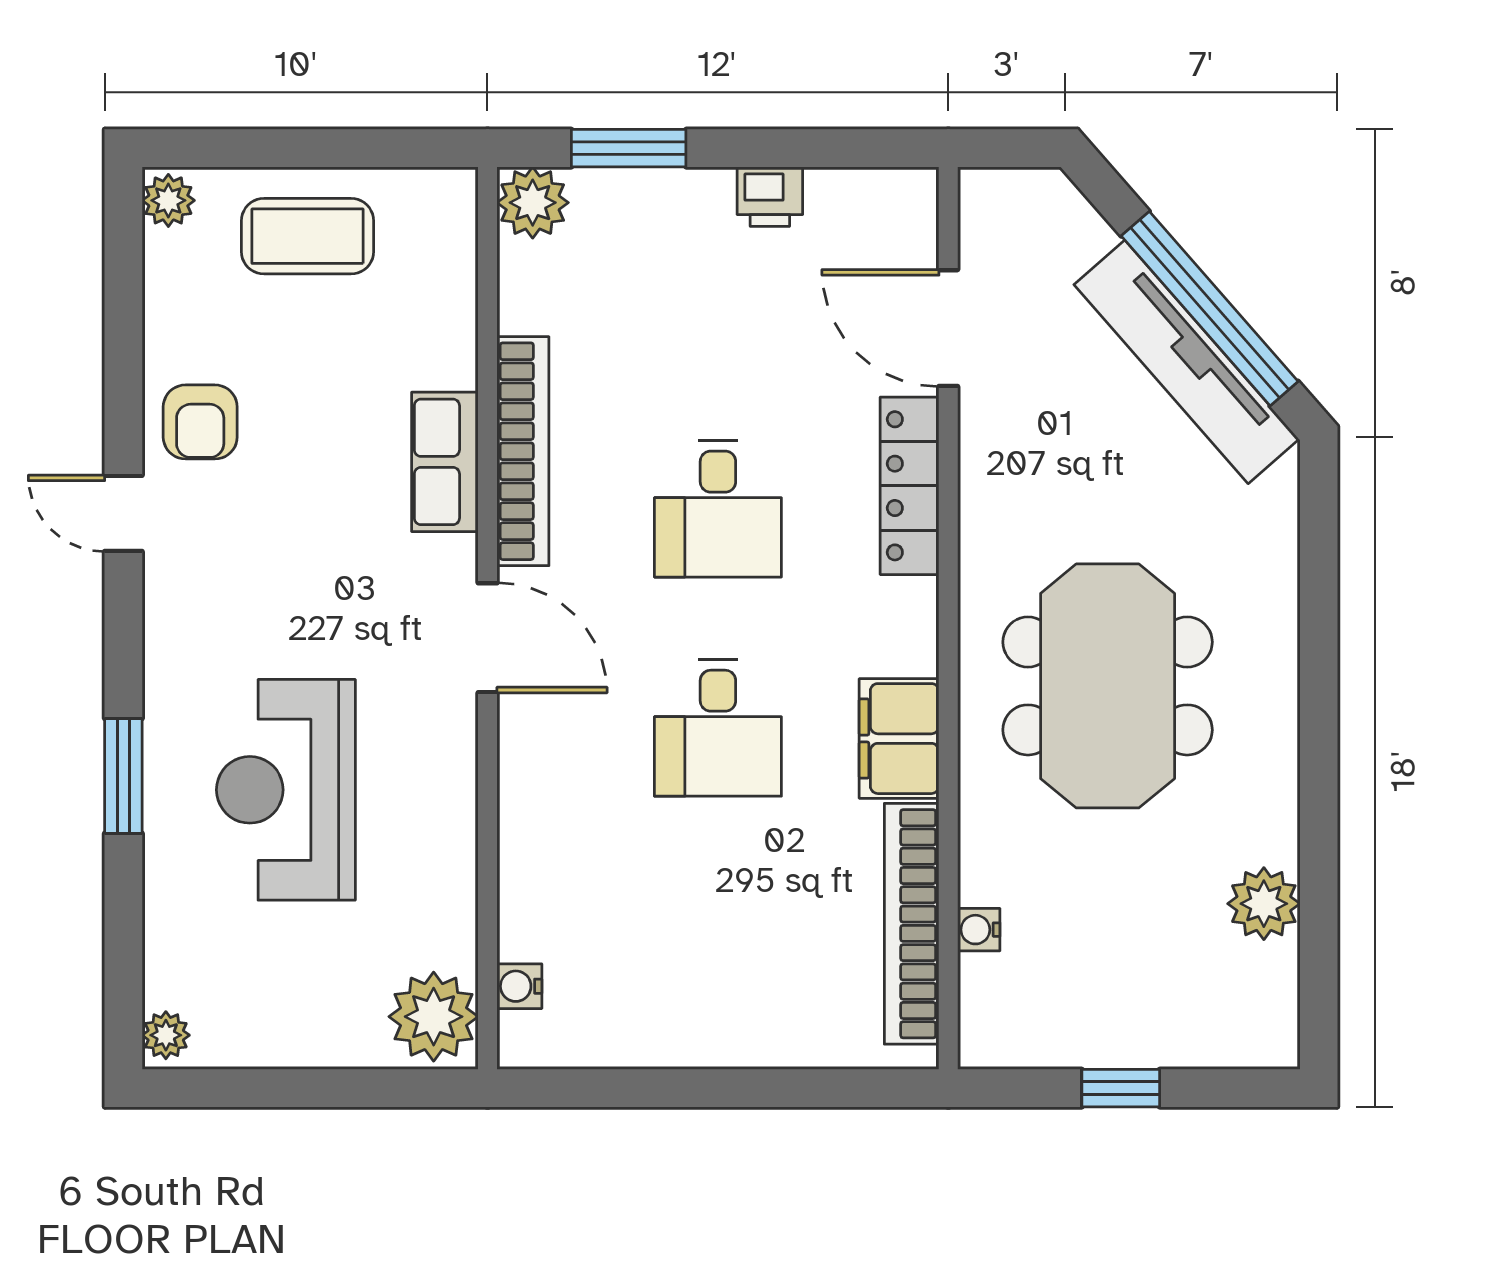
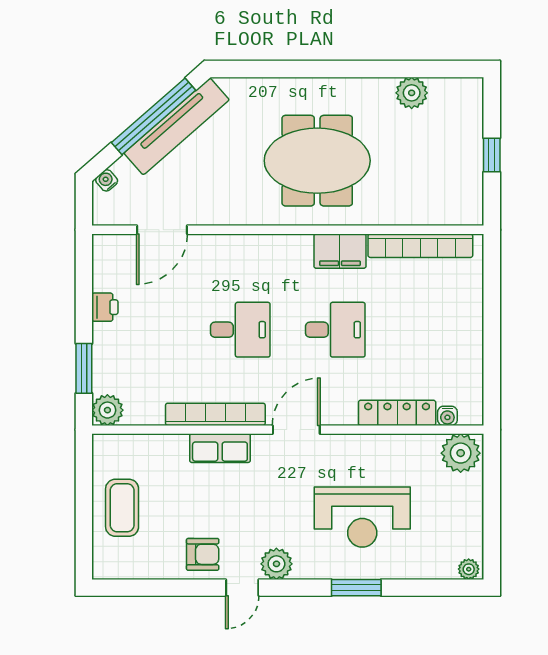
plant: (168, 200) -> (276, 564), moved, width x1.38, depth x1.38
locker: (910, 486) -> (397, 413), moved, turned 180
water cooler: (979, 930) -> (107, 180), moved, turned 139

